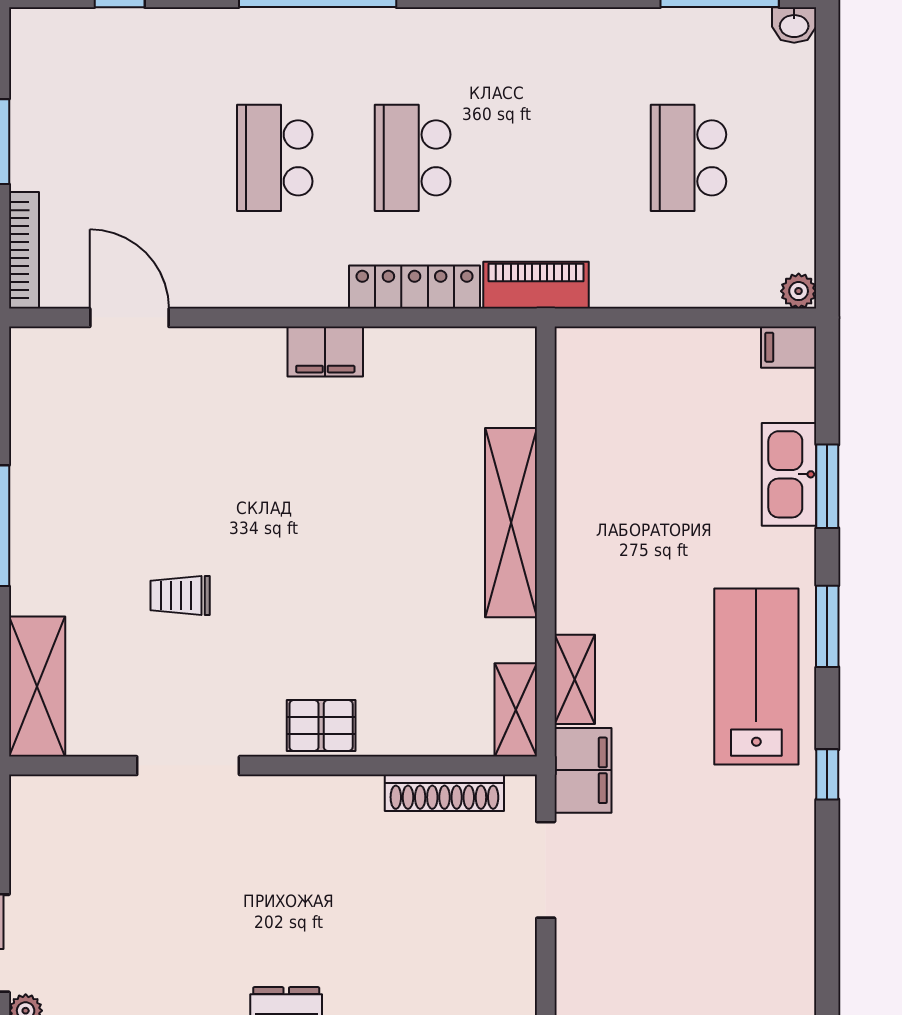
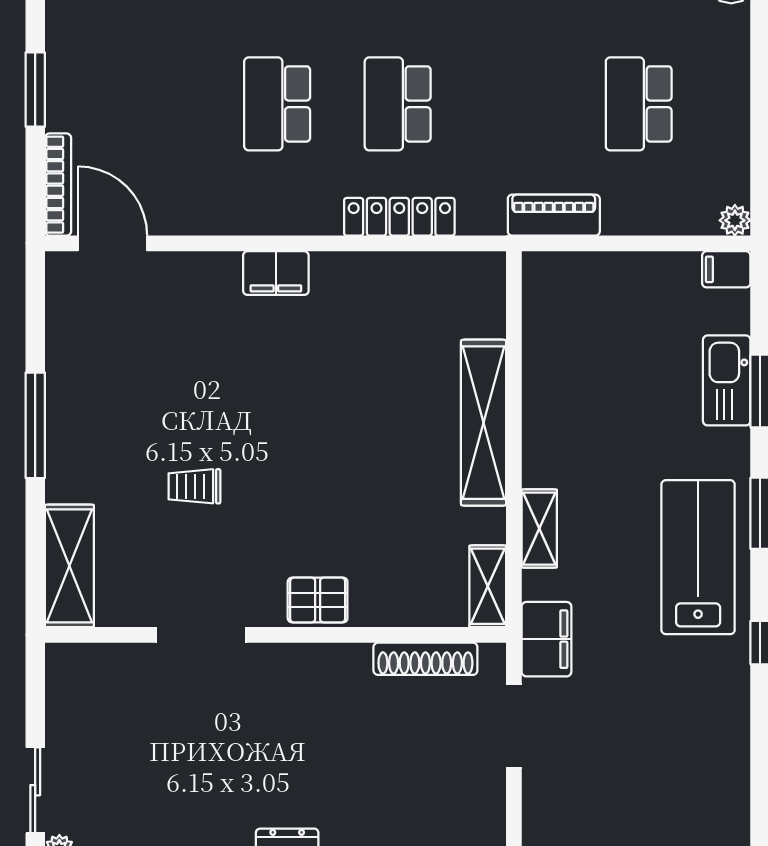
piano: (536, 285) -> (554, 215), moved
door: (129, 318) -> (112, 243), moved
filing cabinet: (325, 351) -> (276, 273), moved
shelving: (575, 679) -> (539, 529), moved

